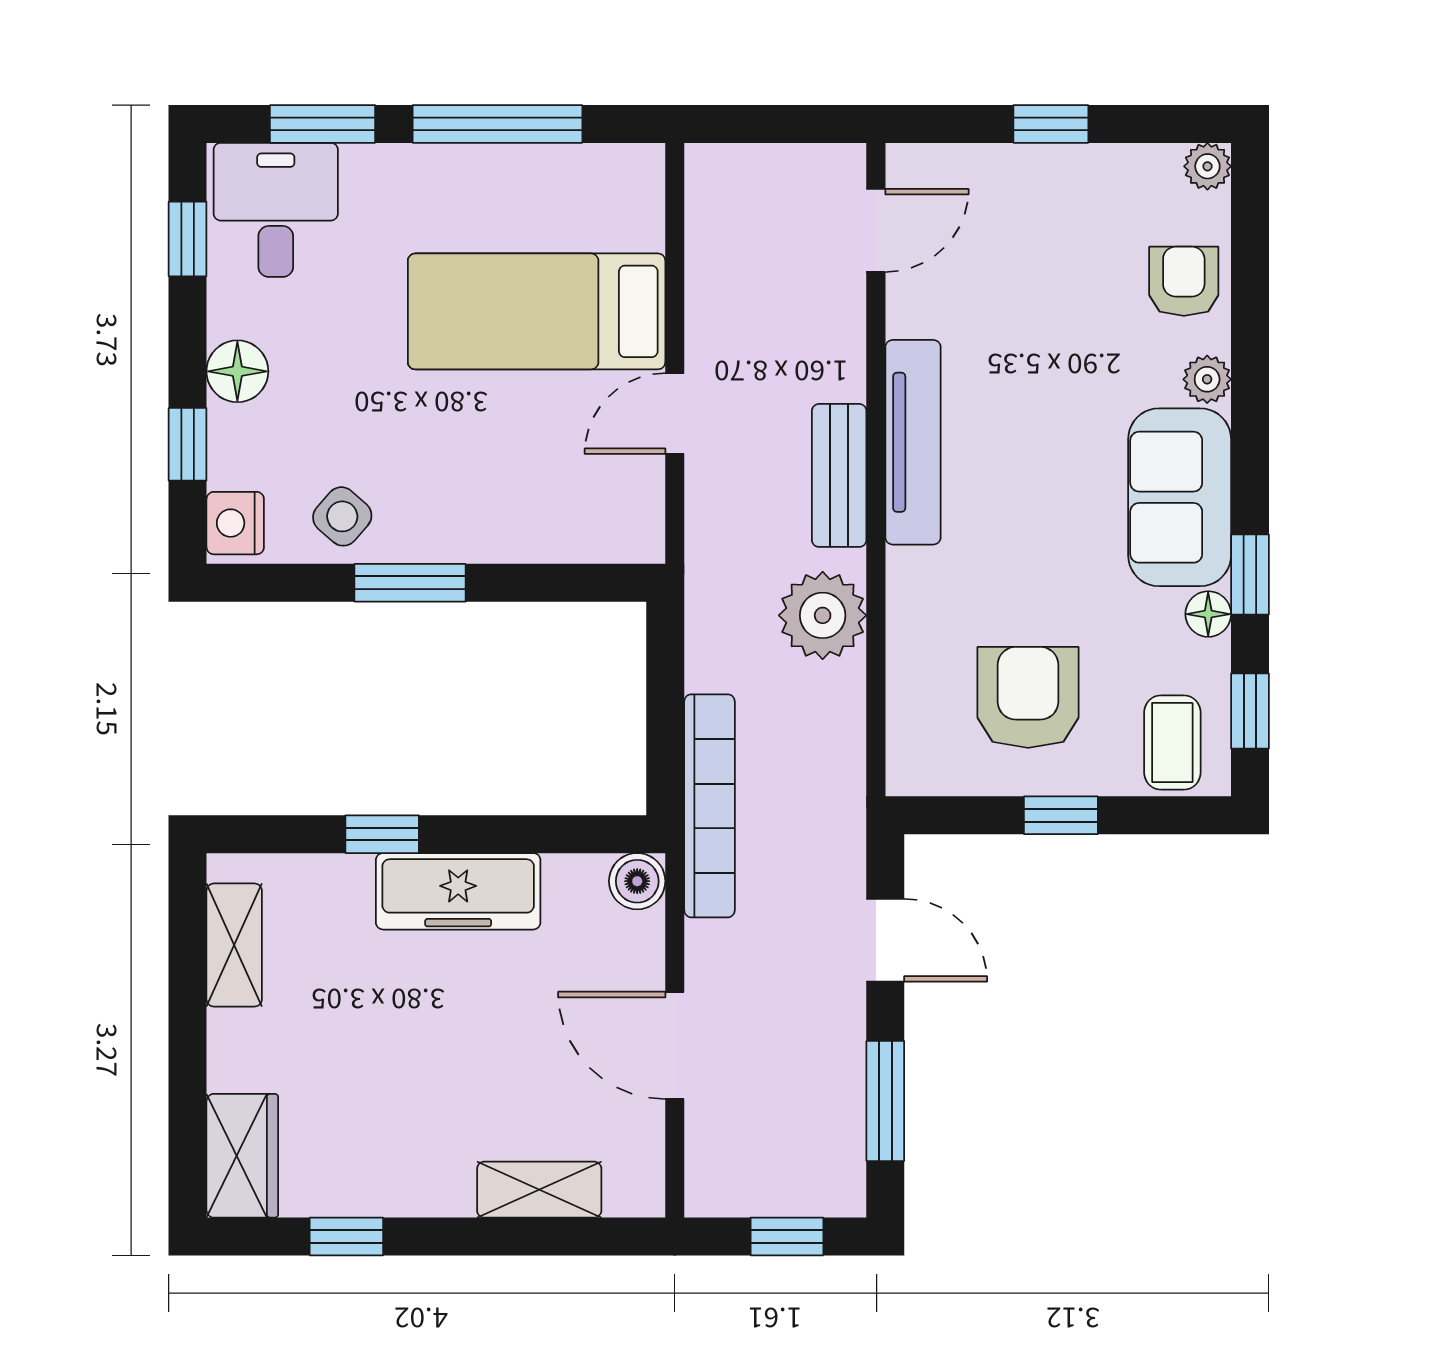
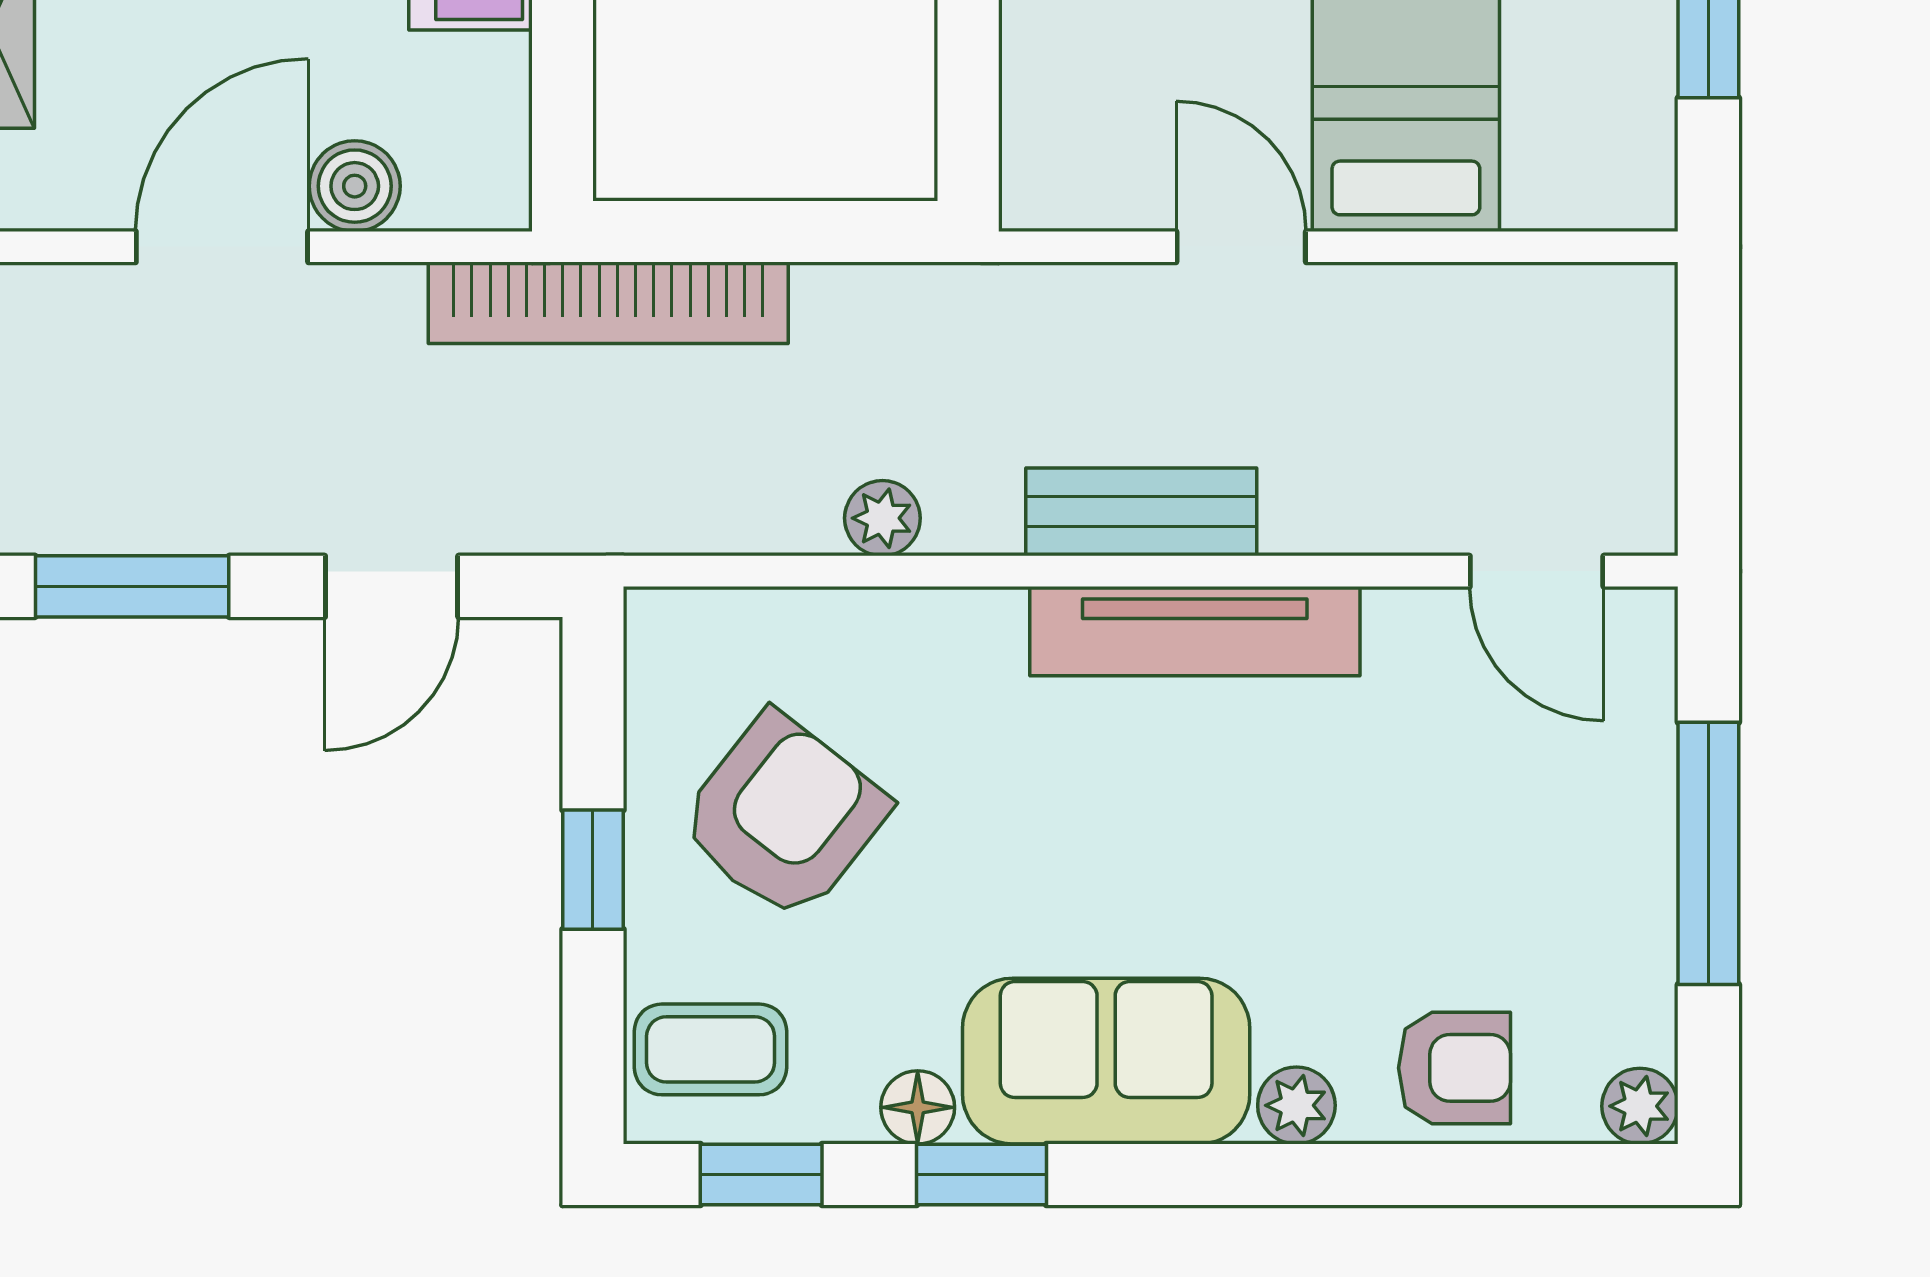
window: (1051, 124) -> (1708, 853), width x2.17
plant: (823, 615) -> (882, 518), width x0.53, depth x0.53
armchair: (1028, 697) -> (783, 817), turned -52
boiler: (637, 881) -> (355, 186), moved

